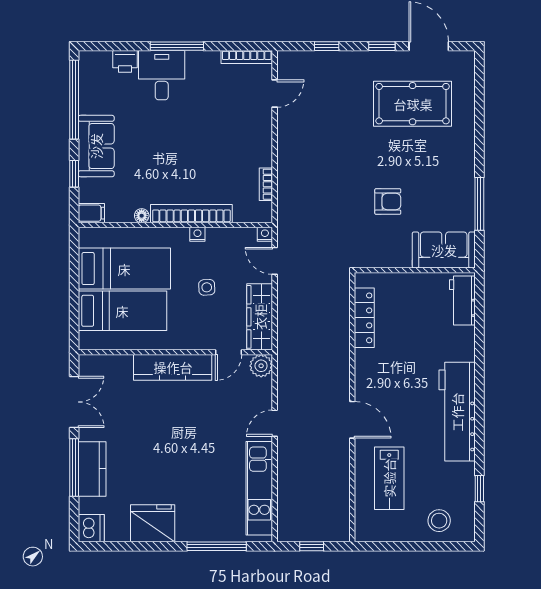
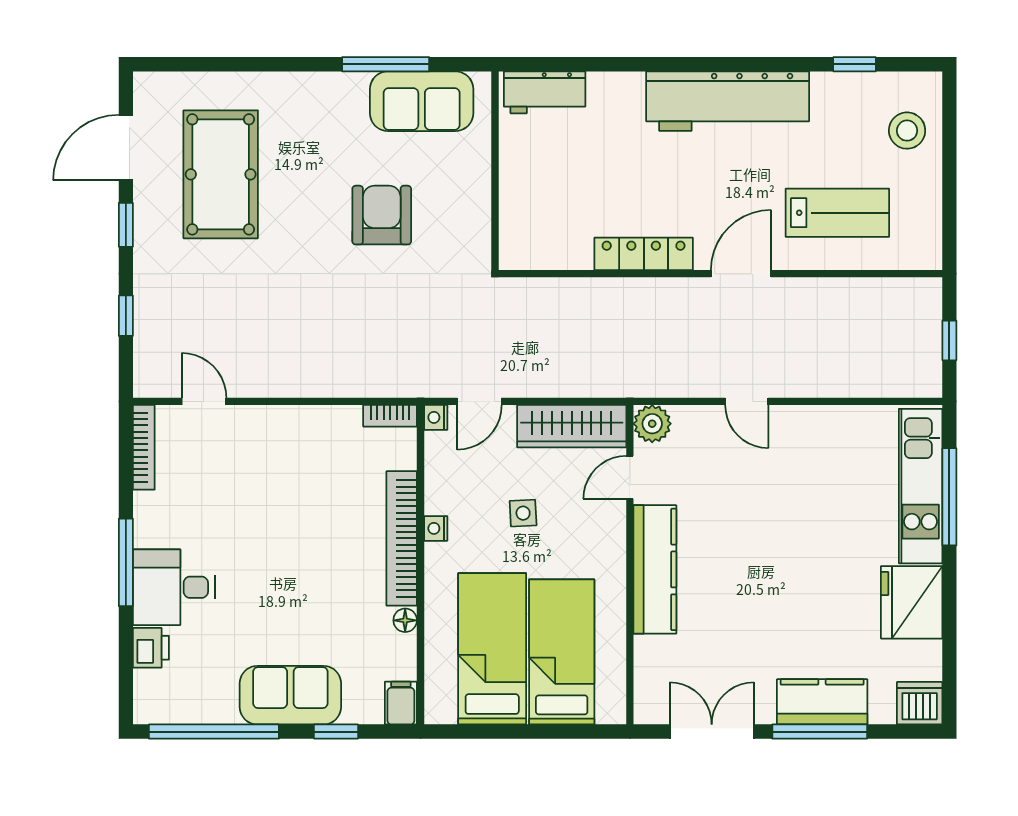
bookcase: (266, 184) -> (390, 416), moved
armchair: (388, 202) -> (382, 215), width x1.38, depth x1.38
sofa: (444, 250) -> (422, 101), moved, turned -90
locker: (364, 318) -> (644, 254), moved
door: (229, 352) -> (630, 477), swing flipped
kitchen unit: (259, 488) -> (921, 486), moved, turned 90

